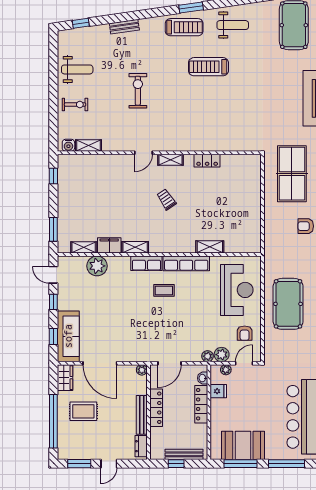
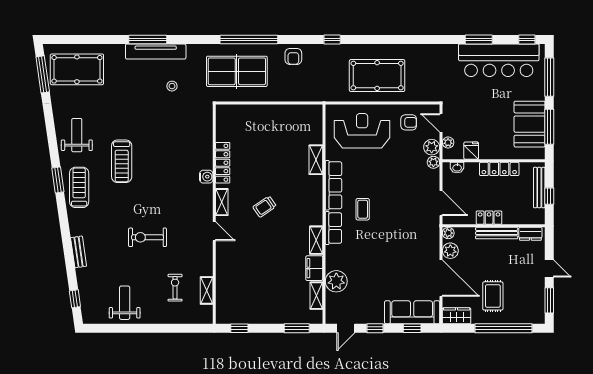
exercise bike: (75, 105) -> (175, 288), moved
stool: (278, 113) -> (172, 86), added
water cooler: (68, 145) -> (206, 177), moved
locker: (207, 161) -> (223, 163), width x1.53
door: (100, 363) -> (441, 278), hinge flipped
plant: (125, 372) -> (450, 251), added
locker: (201, 404) -> (499, 169), moved
locker: (156, 408) -> (489, 218), width x0.66

